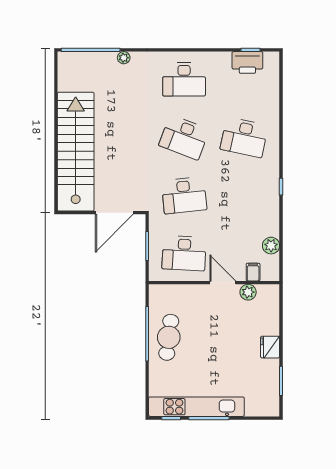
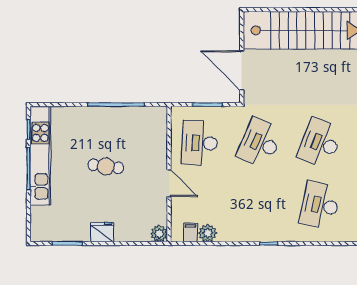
desk: (184, 195) -> (260, 143), turned 30
filing cabinet: (253, 272) -> (190, 233), moved, turned -90
door: (223, 283) -> (169, 183), hinge flipped
plant: (248, 292) -> (159, 234), moved
cafe table: (169, 337) -> (106, 166), moved, width x0.73, depth x0.74

